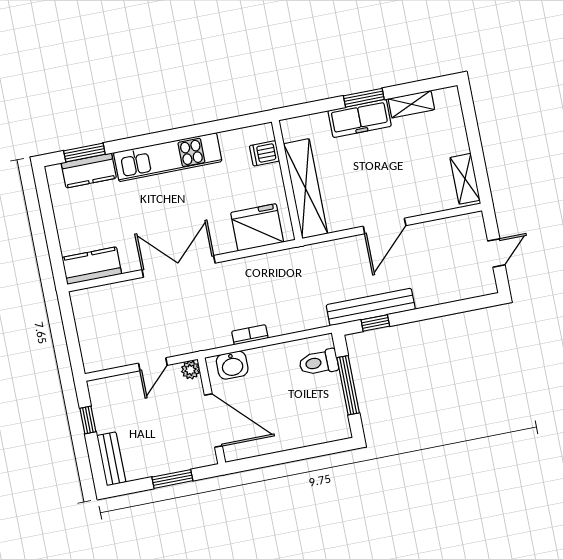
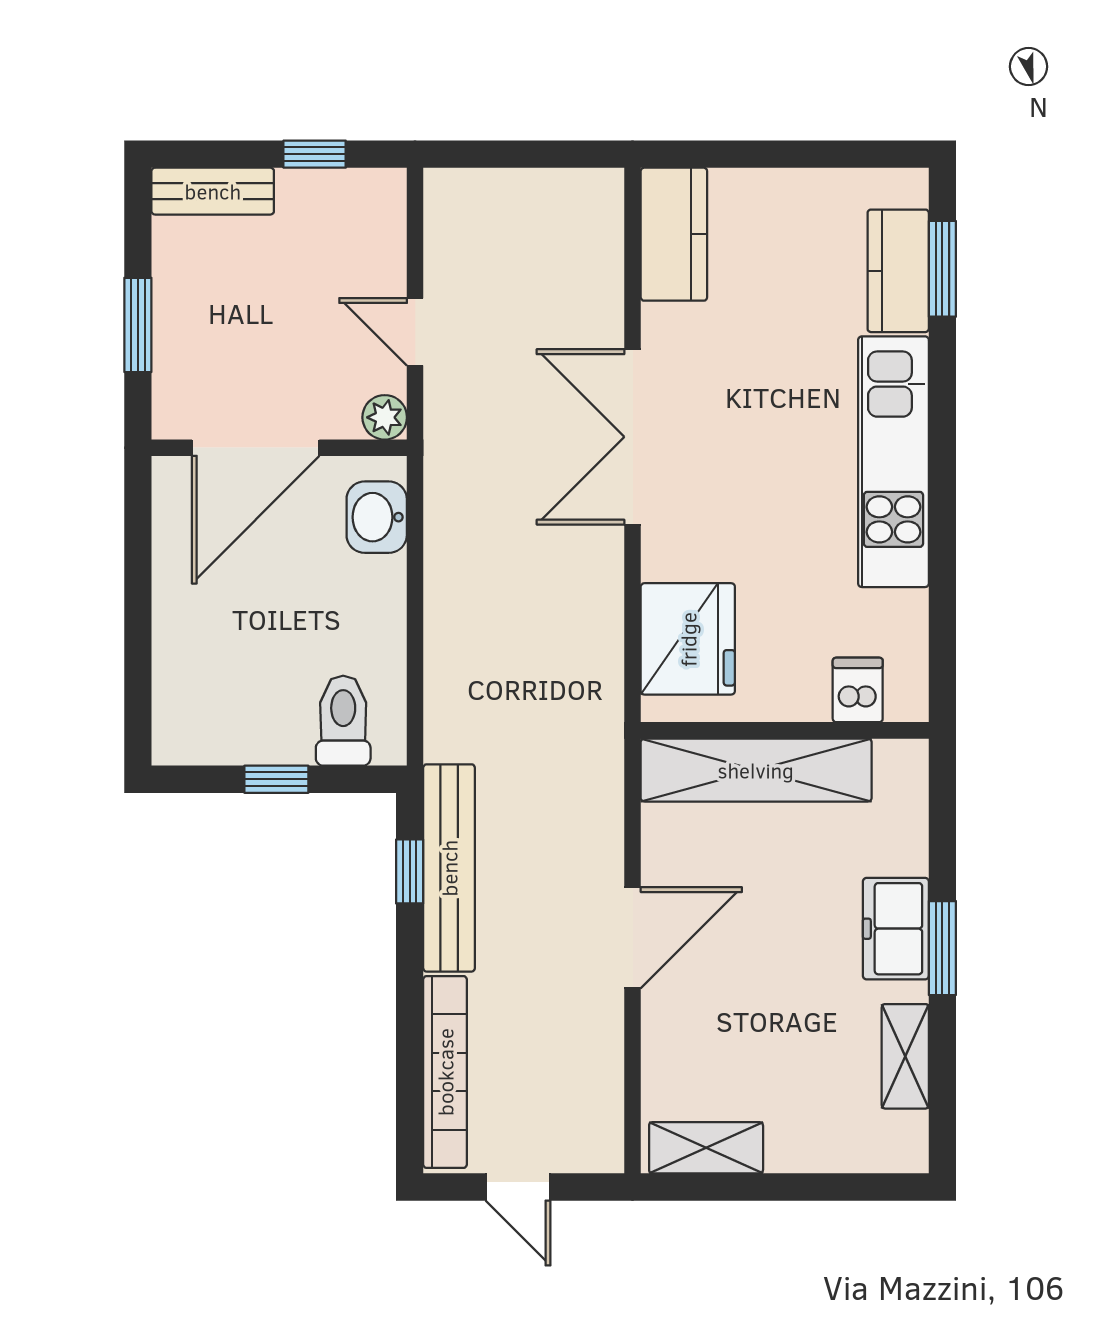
freezer: (360, 118) -> (896, 929), width x0.71
door: (385, 226) -> (633, 938), swing flipped
double door: (179, 266) -> (633, 437), swing flipped
bookcase: (250, 335) -> (445, 1072), moved, width x2.31, depth x1.31
window: (348, 385) -> (276, 779), width x0.46

